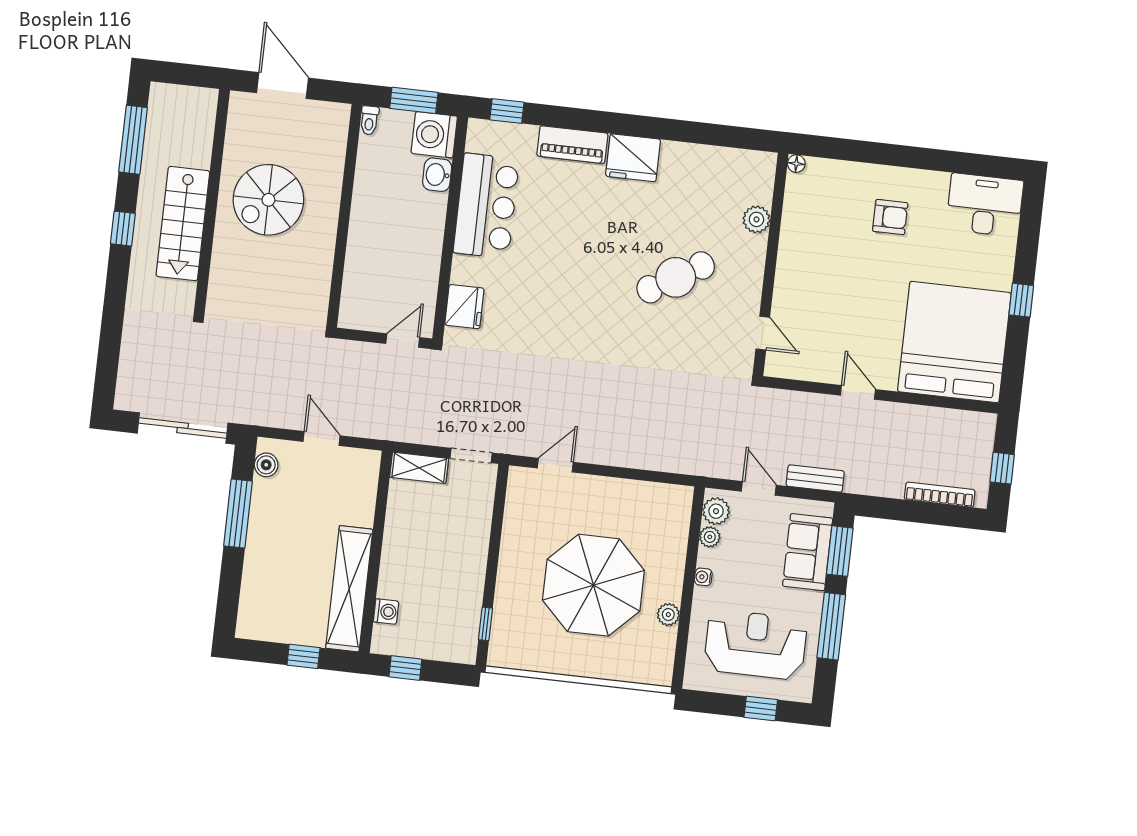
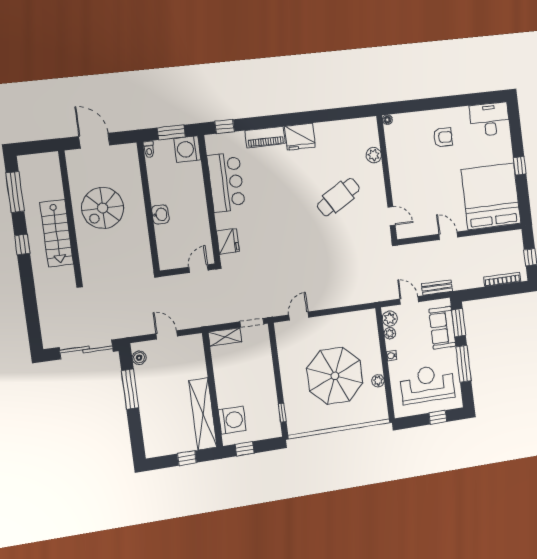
washbasin: (437, 175) -> (160, 214), moved, turned 180
washing machine: (386, 612) -> (232, 420), width x1.89, depth x1.89

